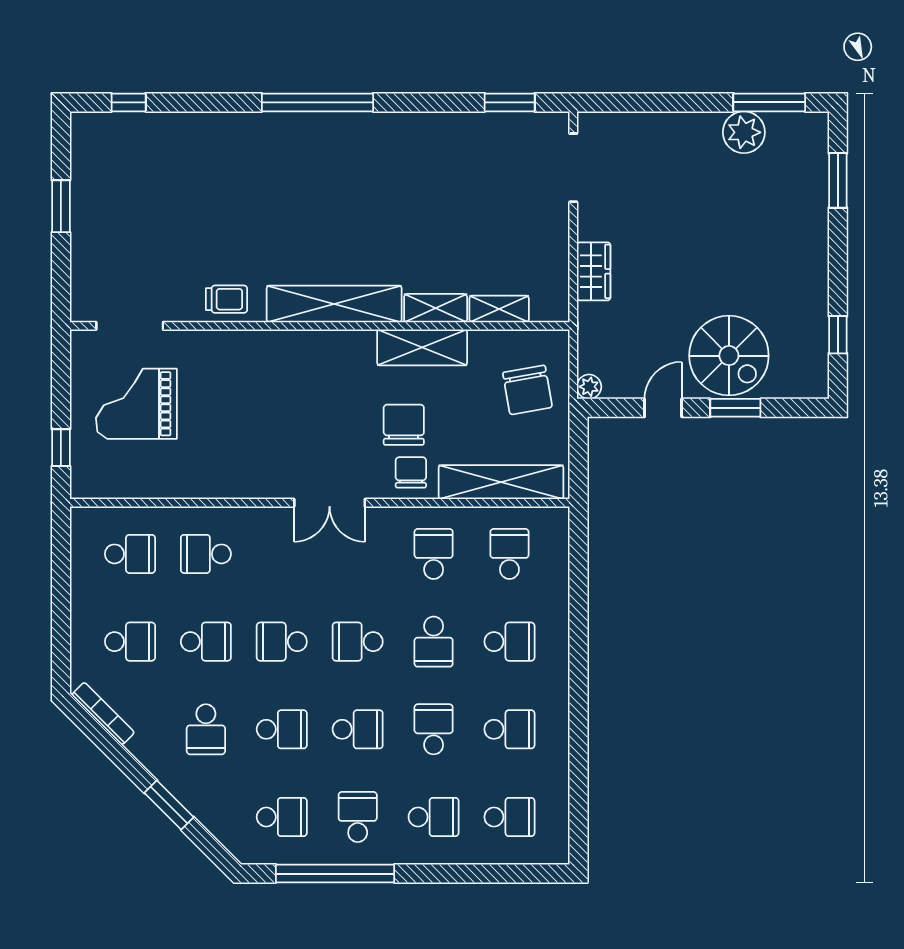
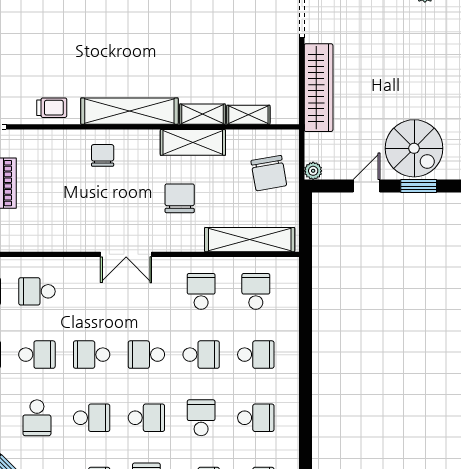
wardrobe: (594, 271) -> (319, 88), width x2.10, depth x1.17
chair: (411, 472) -> (103, 155), moved
school desk: (434, 642) -> (201, 355), turned -90

